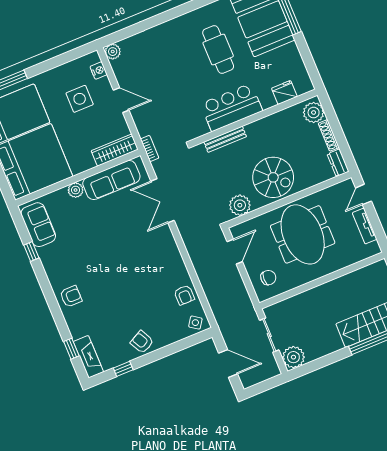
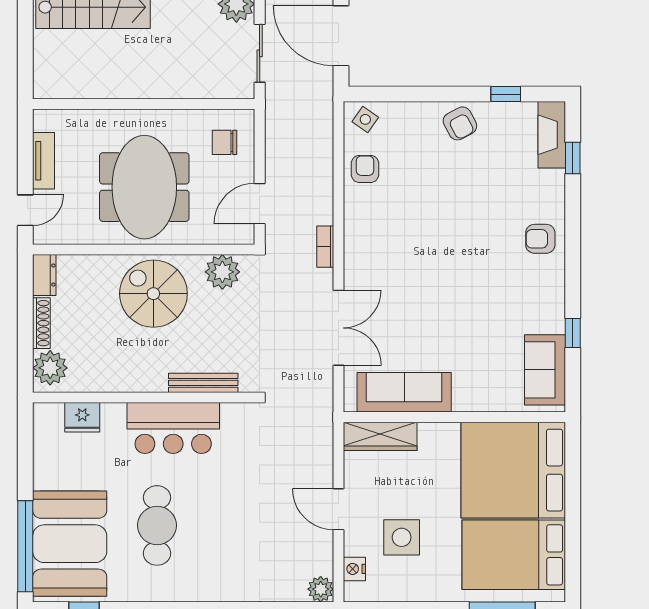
bookcase: (150, 148) -> (325, 247), moved
plant: (76, 190) -> (466, 400), removed
door: (228, 364) -> (341, 36), width x1.36

